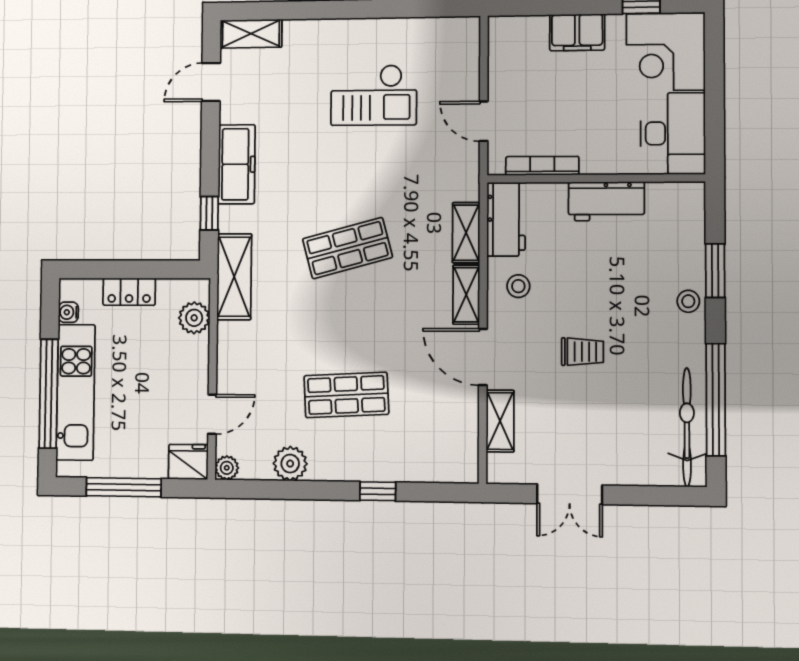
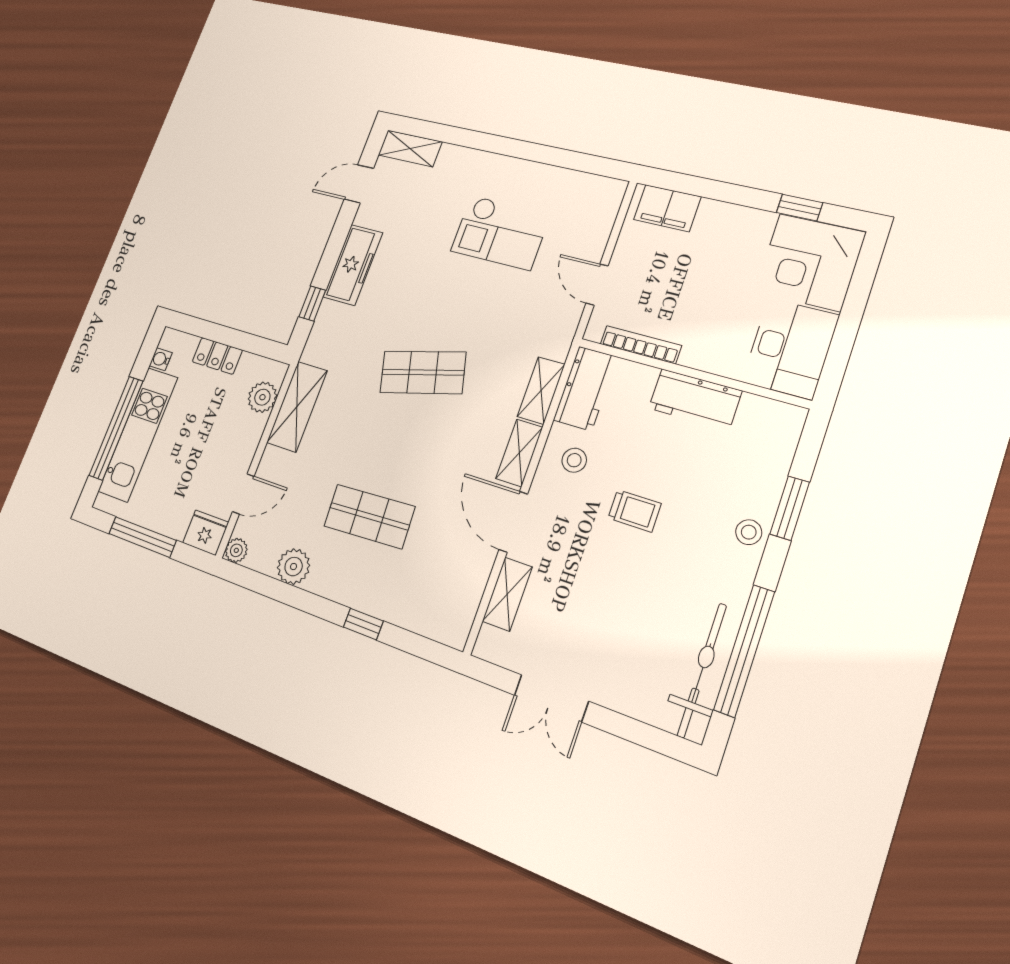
filing cabinet: (577, 32) -> (667, 208), moved
shelving: (234, 277) -> (297, 407), moved
trolley: (582, 352) -> (634, 511), moved

